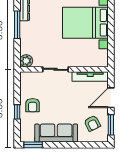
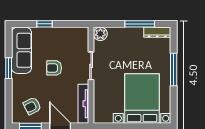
armchair: (33, 105) -> (54, 68), moved
sofa: (56, 133) -> (21, 50), moved
window: (33, 145) -> (9, 68), moved

